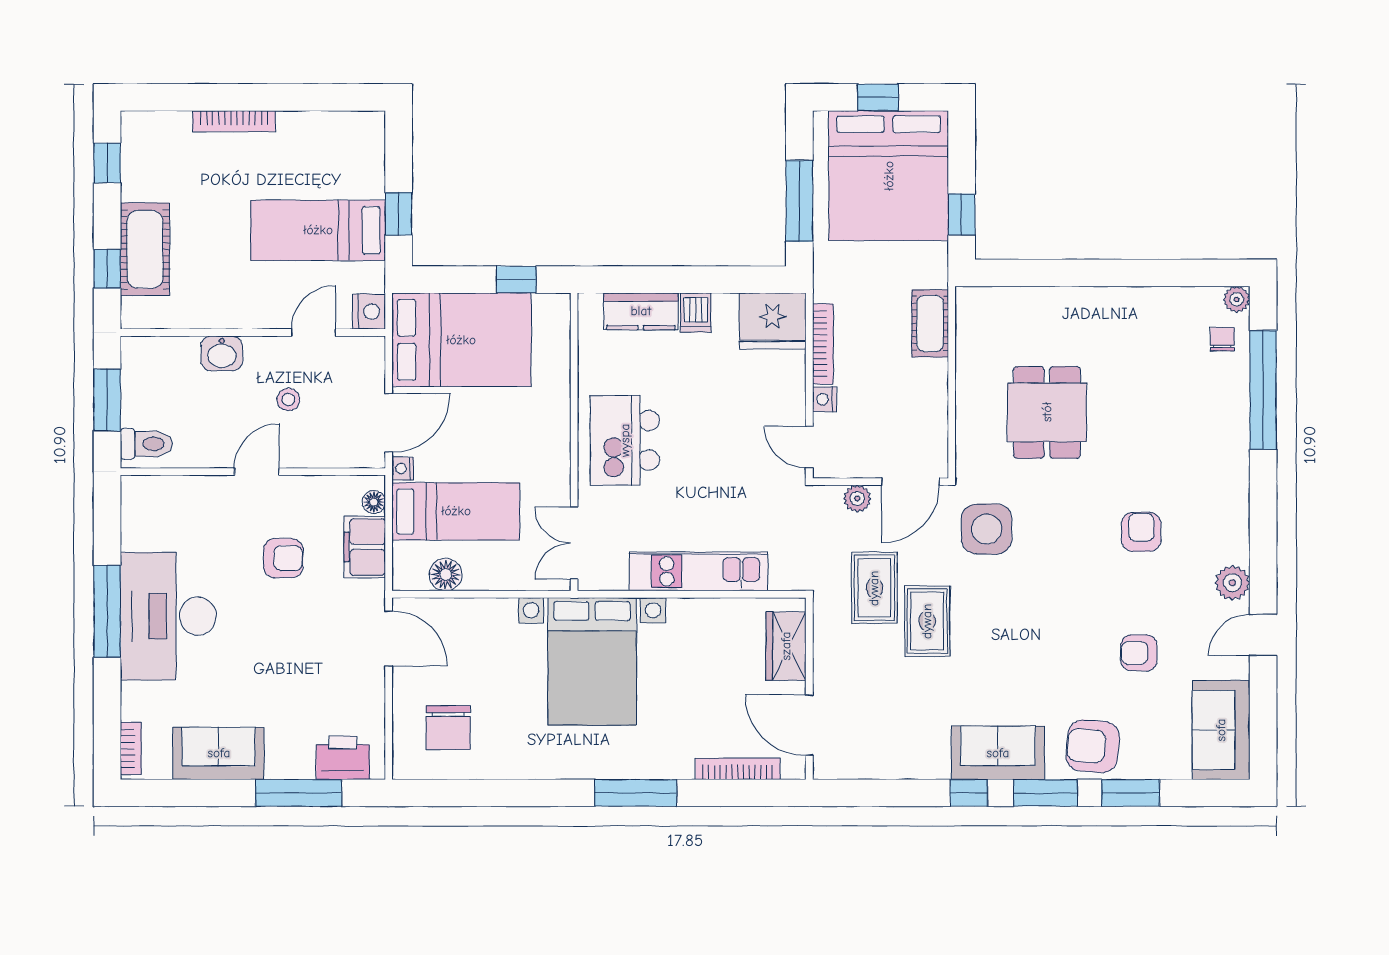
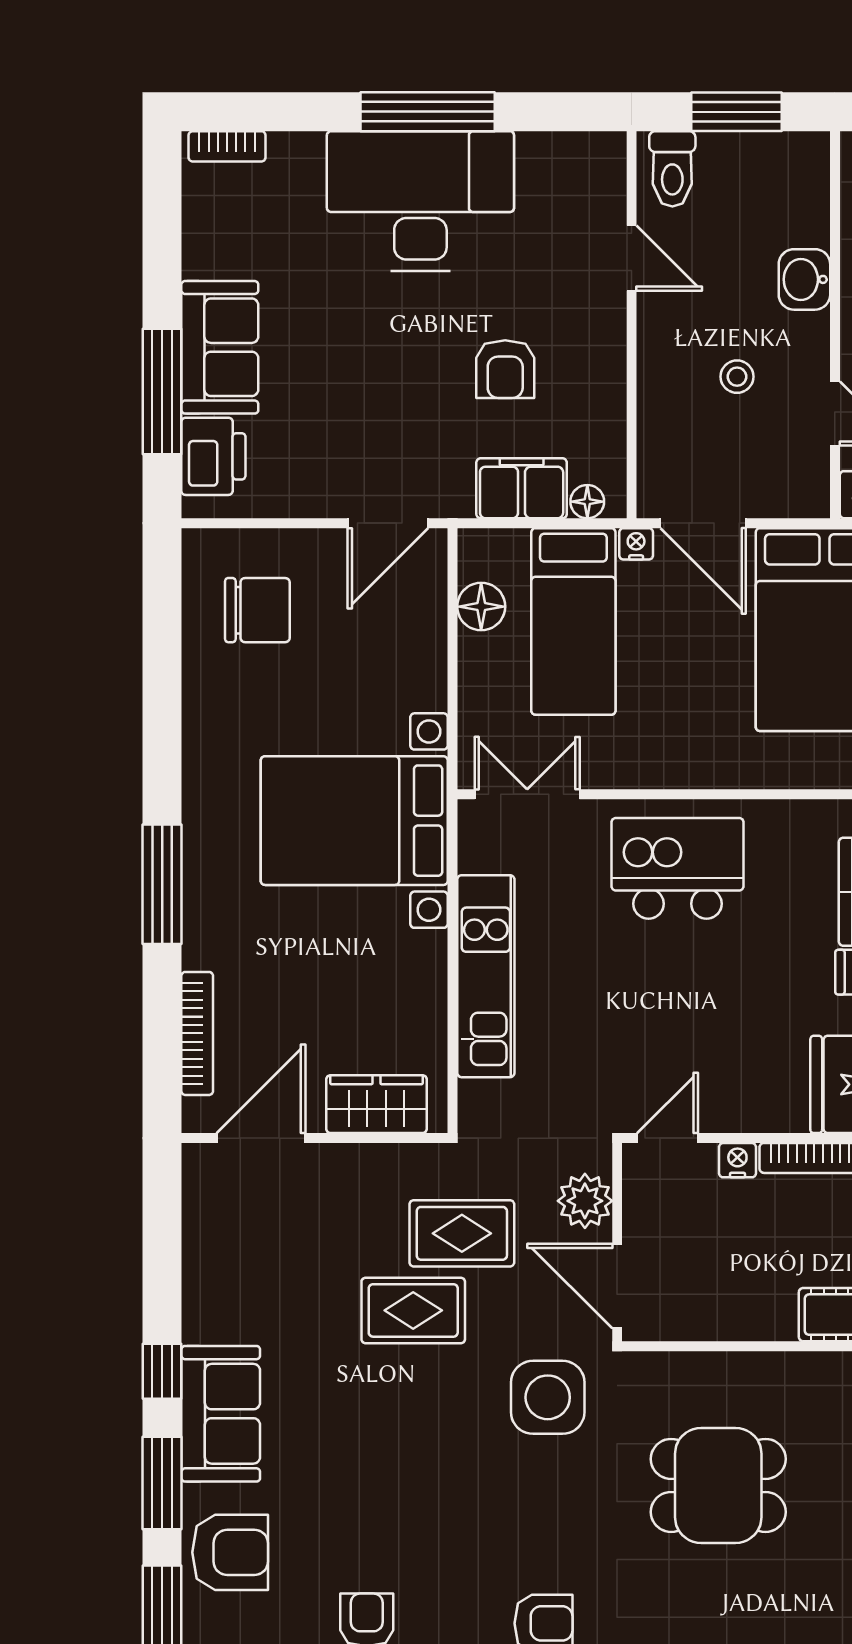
door: (257, 472) -> (632, 258), moved
plant: (857, 498) -> (585, 1201), width x1.38, depth x1.38
chair: (448, 728) -> (257, 610), turned 180
armchair: (1093, 746) -> (230, 1552), turned 85
sofa: (219, 753) -> (220, 347), moved

